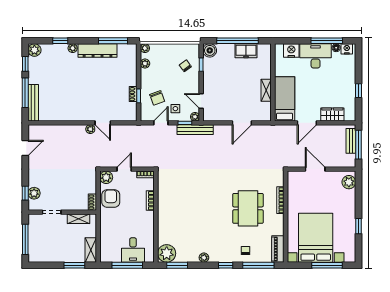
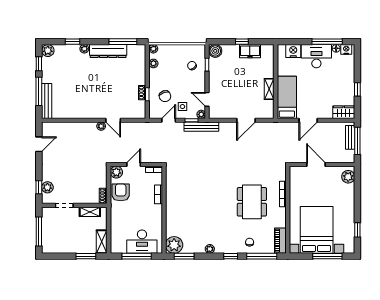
window: (237, 41) -> (242, 42), width x0.32
wardrobe: (332, 115) -> (344, 112), moved
window: (358, 226) -> (357, 230), moved
desk: (133, 250) -> (142, 242), width x1.37

